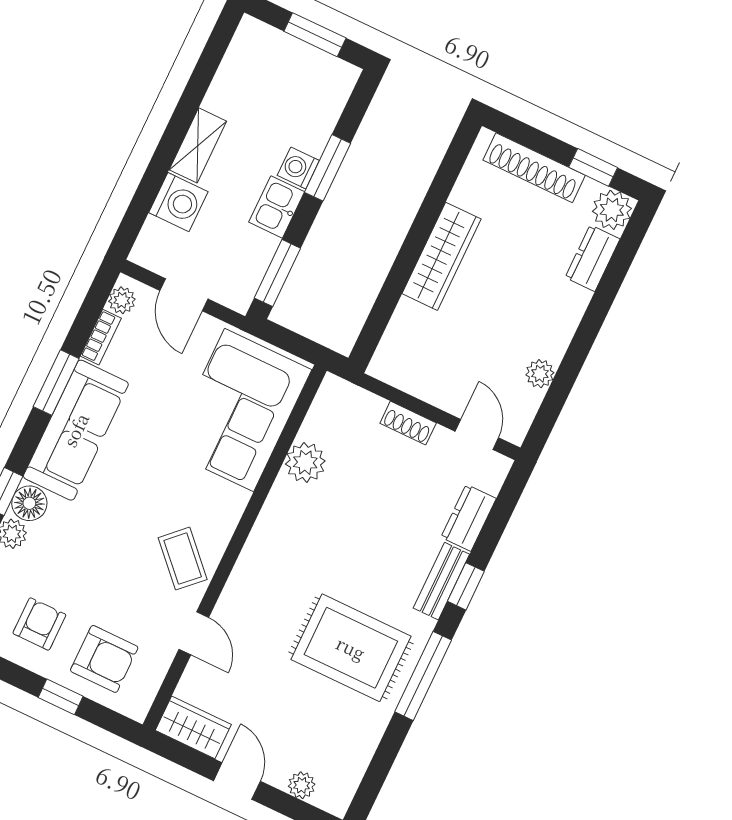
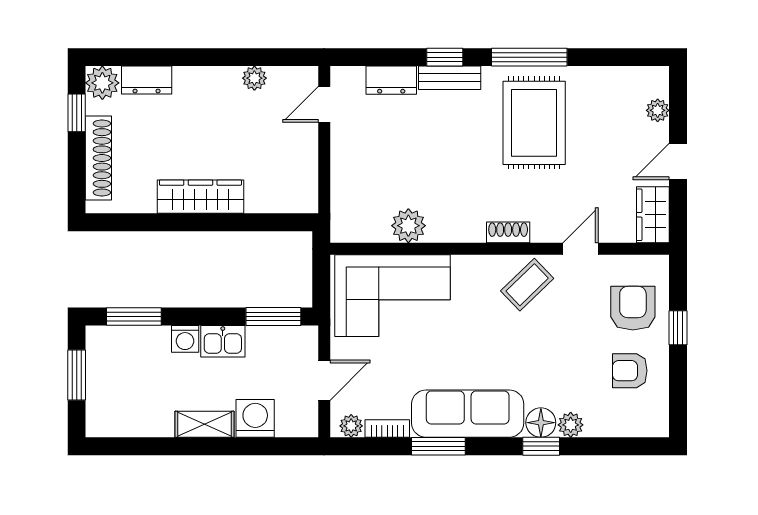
window: (327, 168) -> (134, 317), moved
shoe rack: (408, 423) -> (508, 232), moved, turned -90

